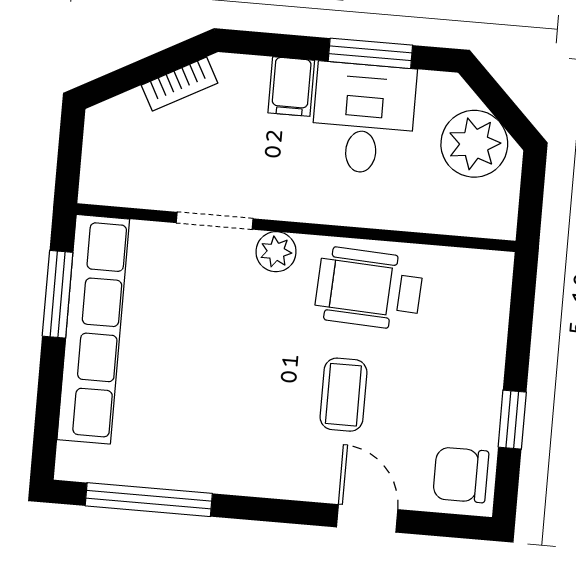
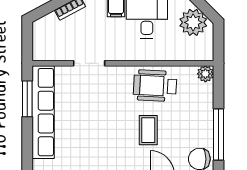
plant: (276, 252) -> (205, 74), moved
window: (512, 420) -> (219, 134), width x2.17

